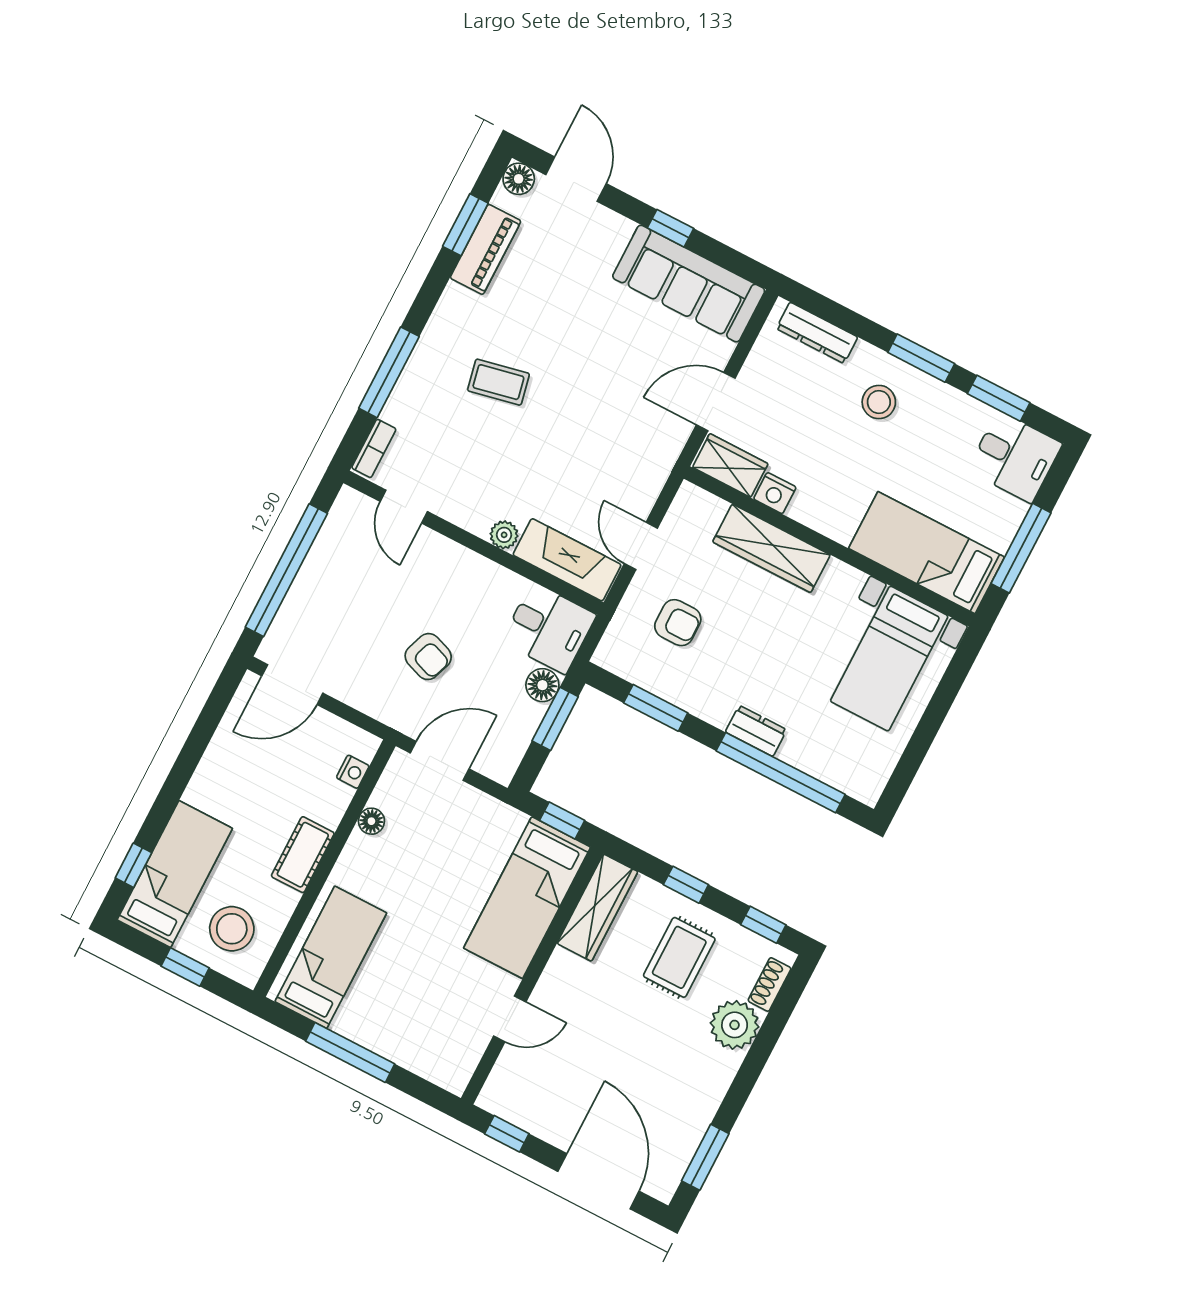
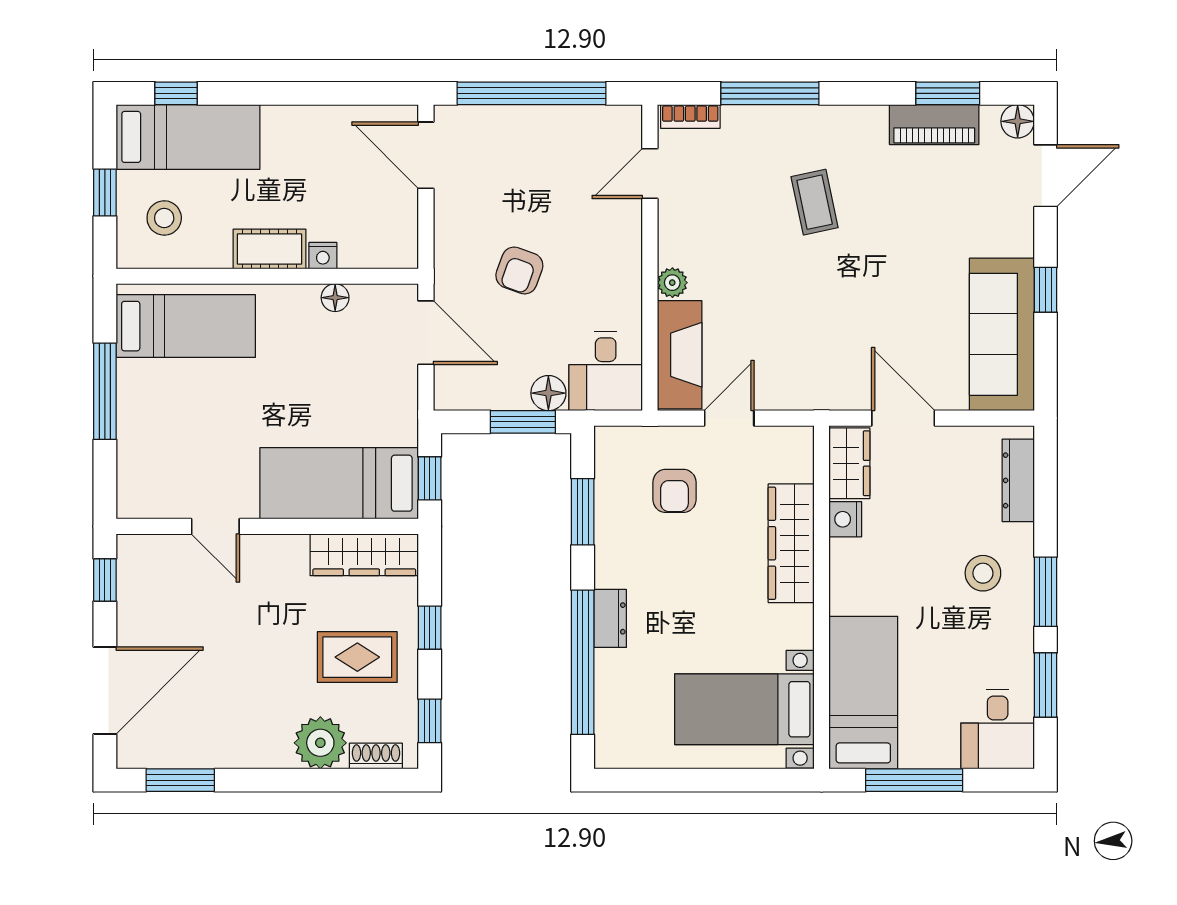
nightstand: (353, 772) -> (323, 256), moved
stool: (232, 929) -> (164, 218), width x0.73, depth x0.73

